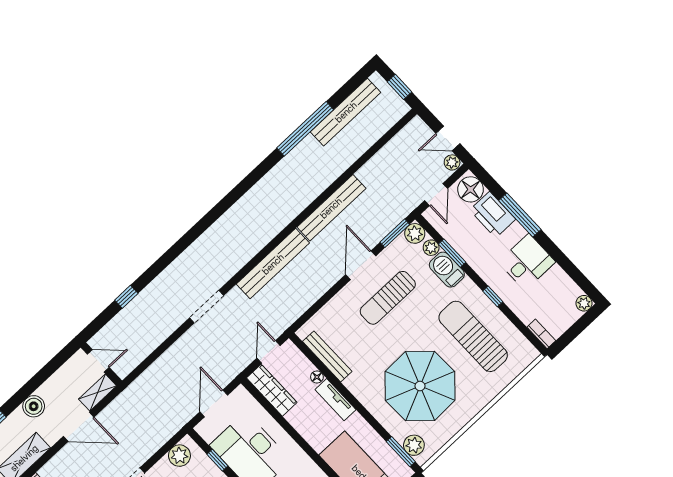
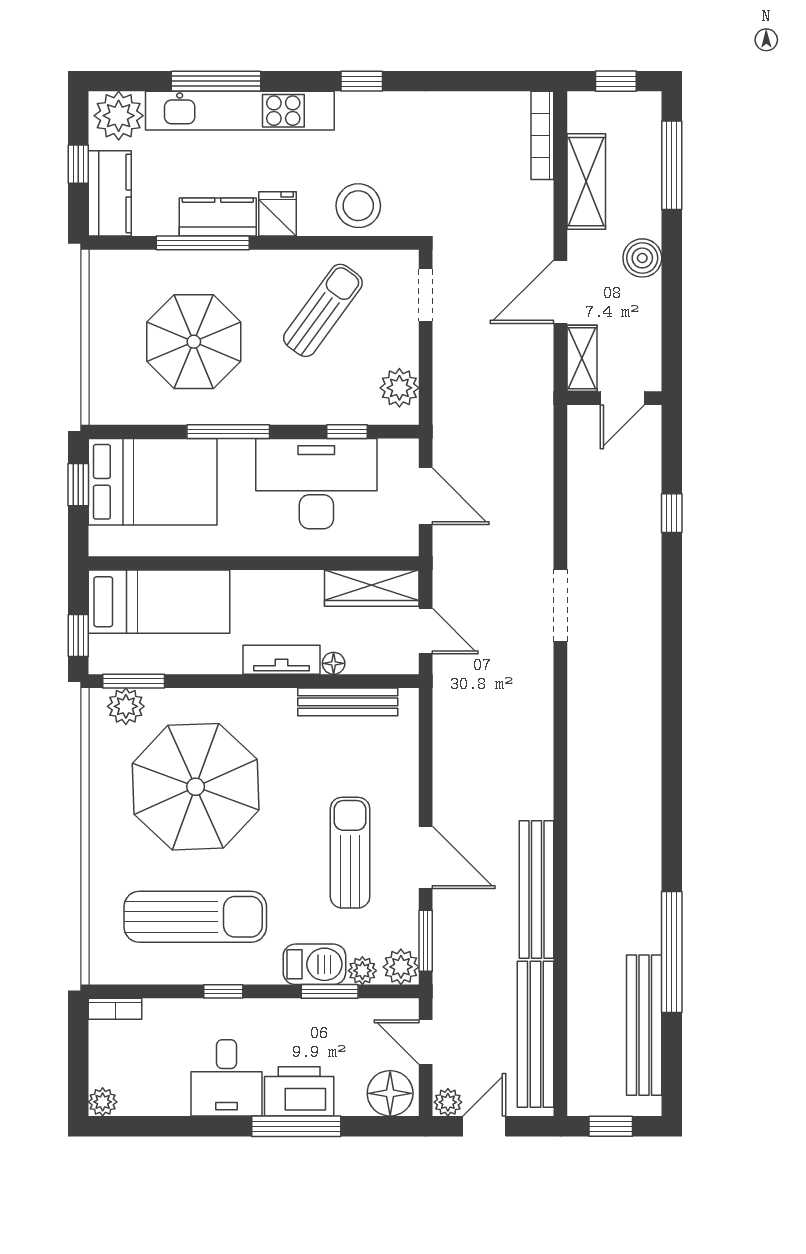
printer: (493, 215) -> (299, 1091), moved
bench: (273, 264) -> (535, 1034), moved

